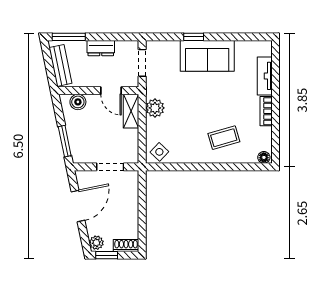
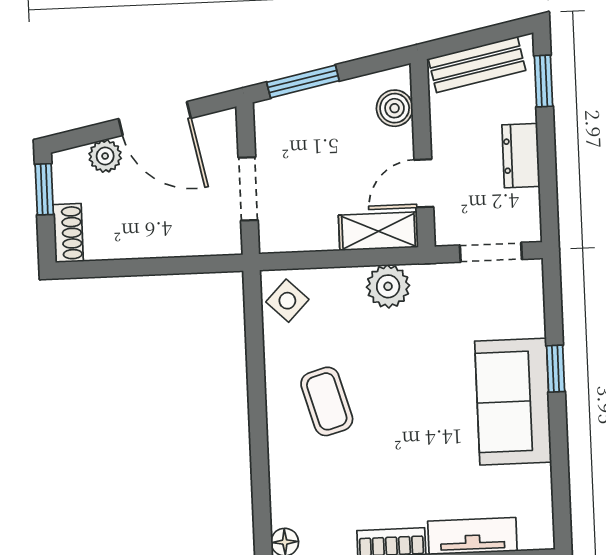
window: (69, 37) -> (544, 81), width x0.67
coffee table: (224, 138) -> (327, 401), moved
plant: (96, 243) -> (105, 156), moved

